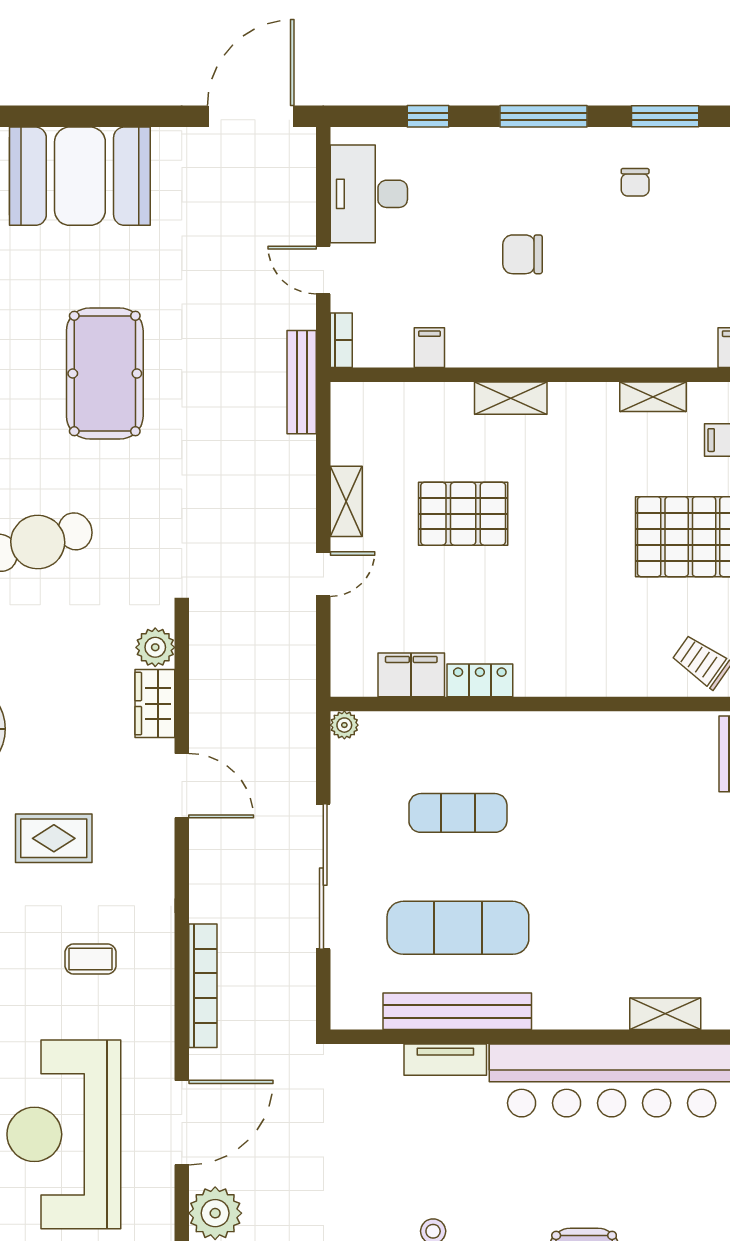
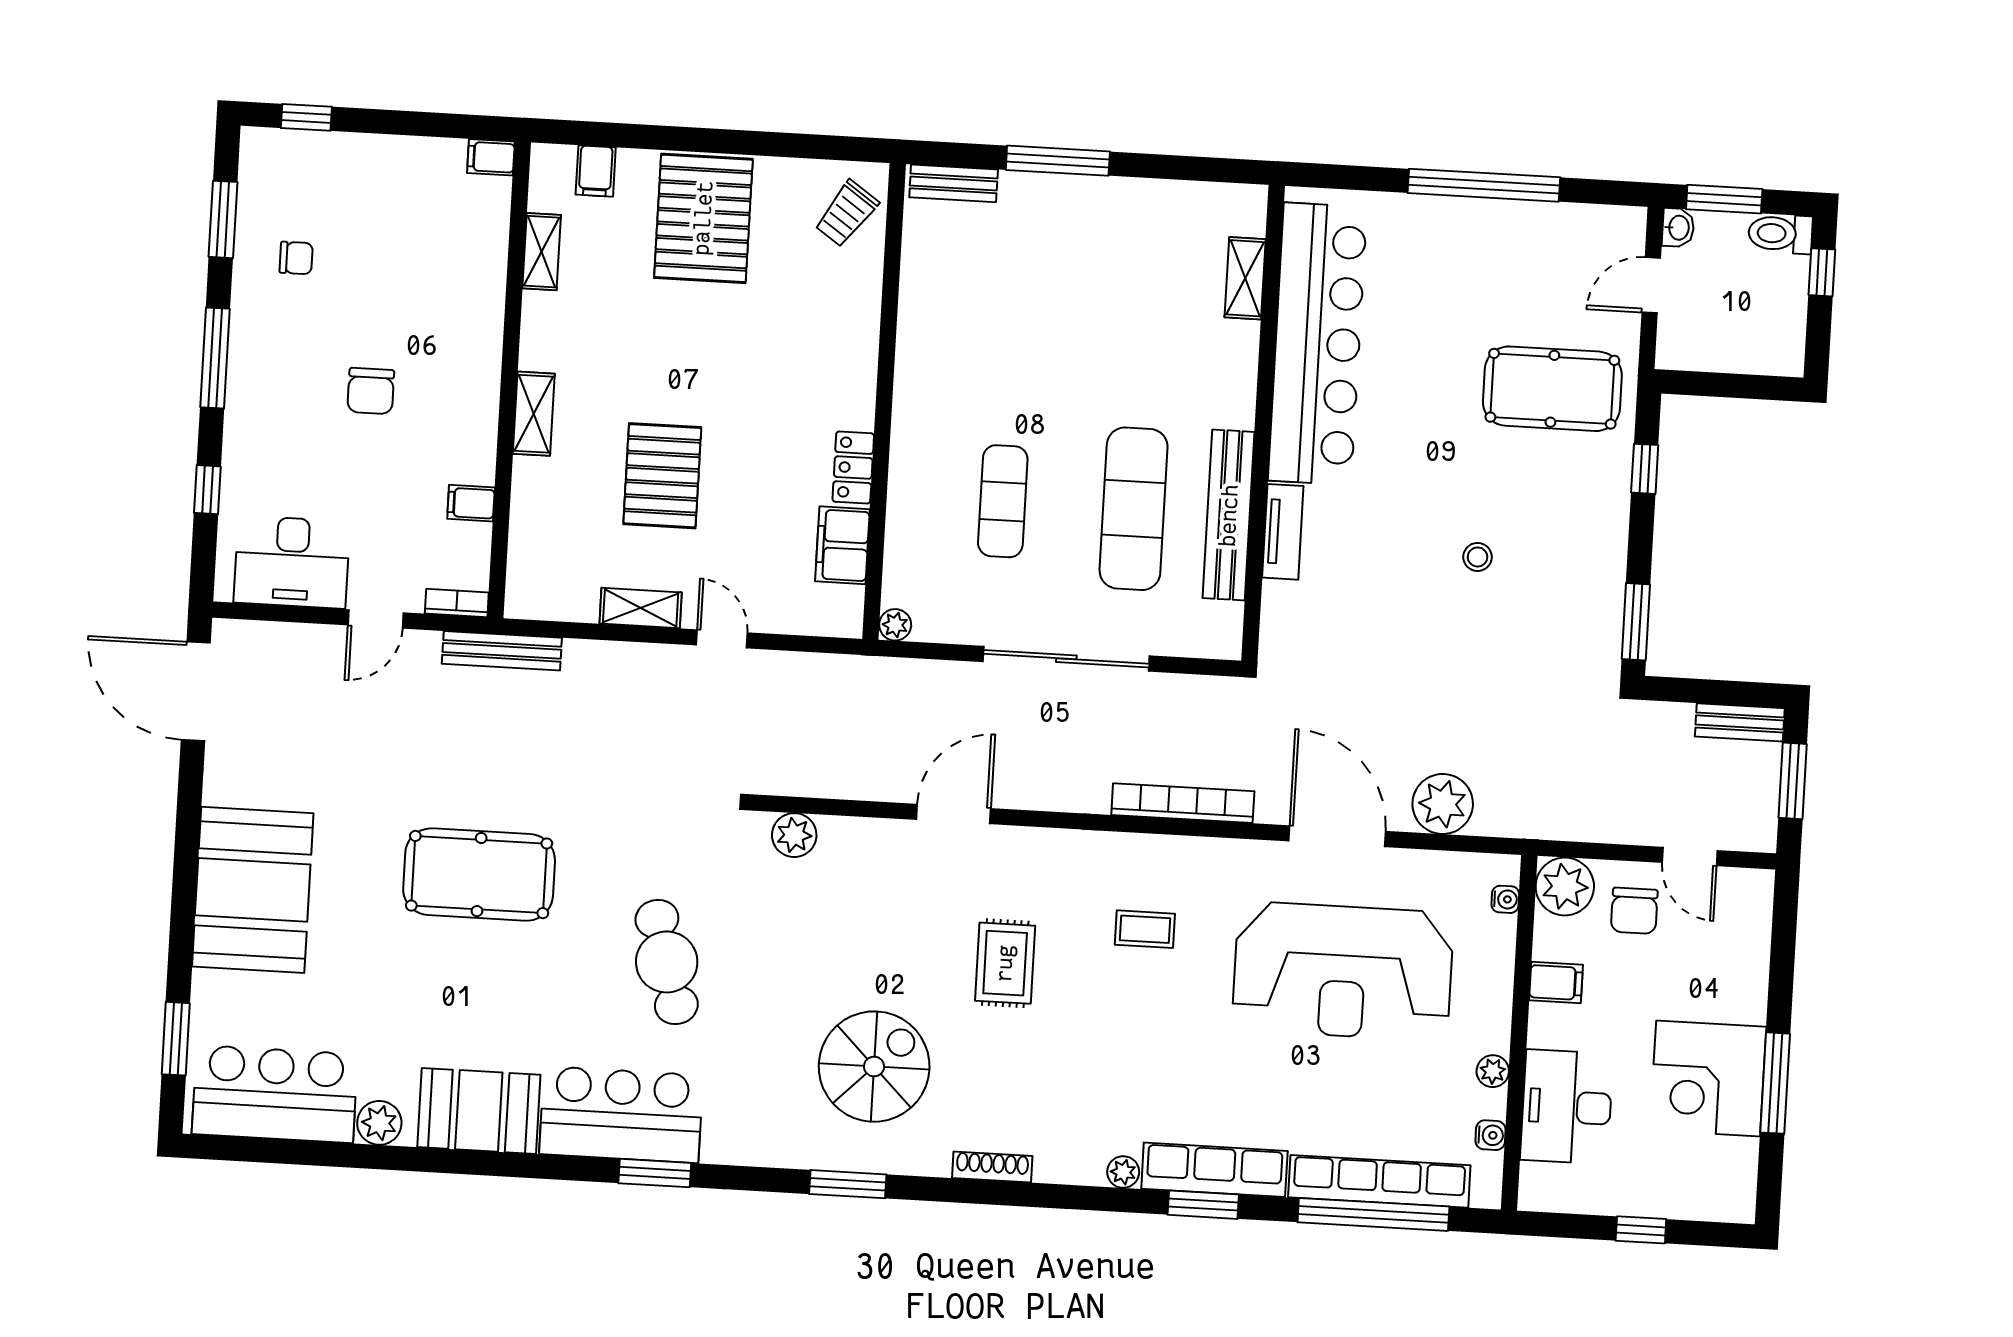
wardrobe: (155, 704) -> (858, 839), removed
coffee table: (91, 959) -> (1145, 929), turned 90

